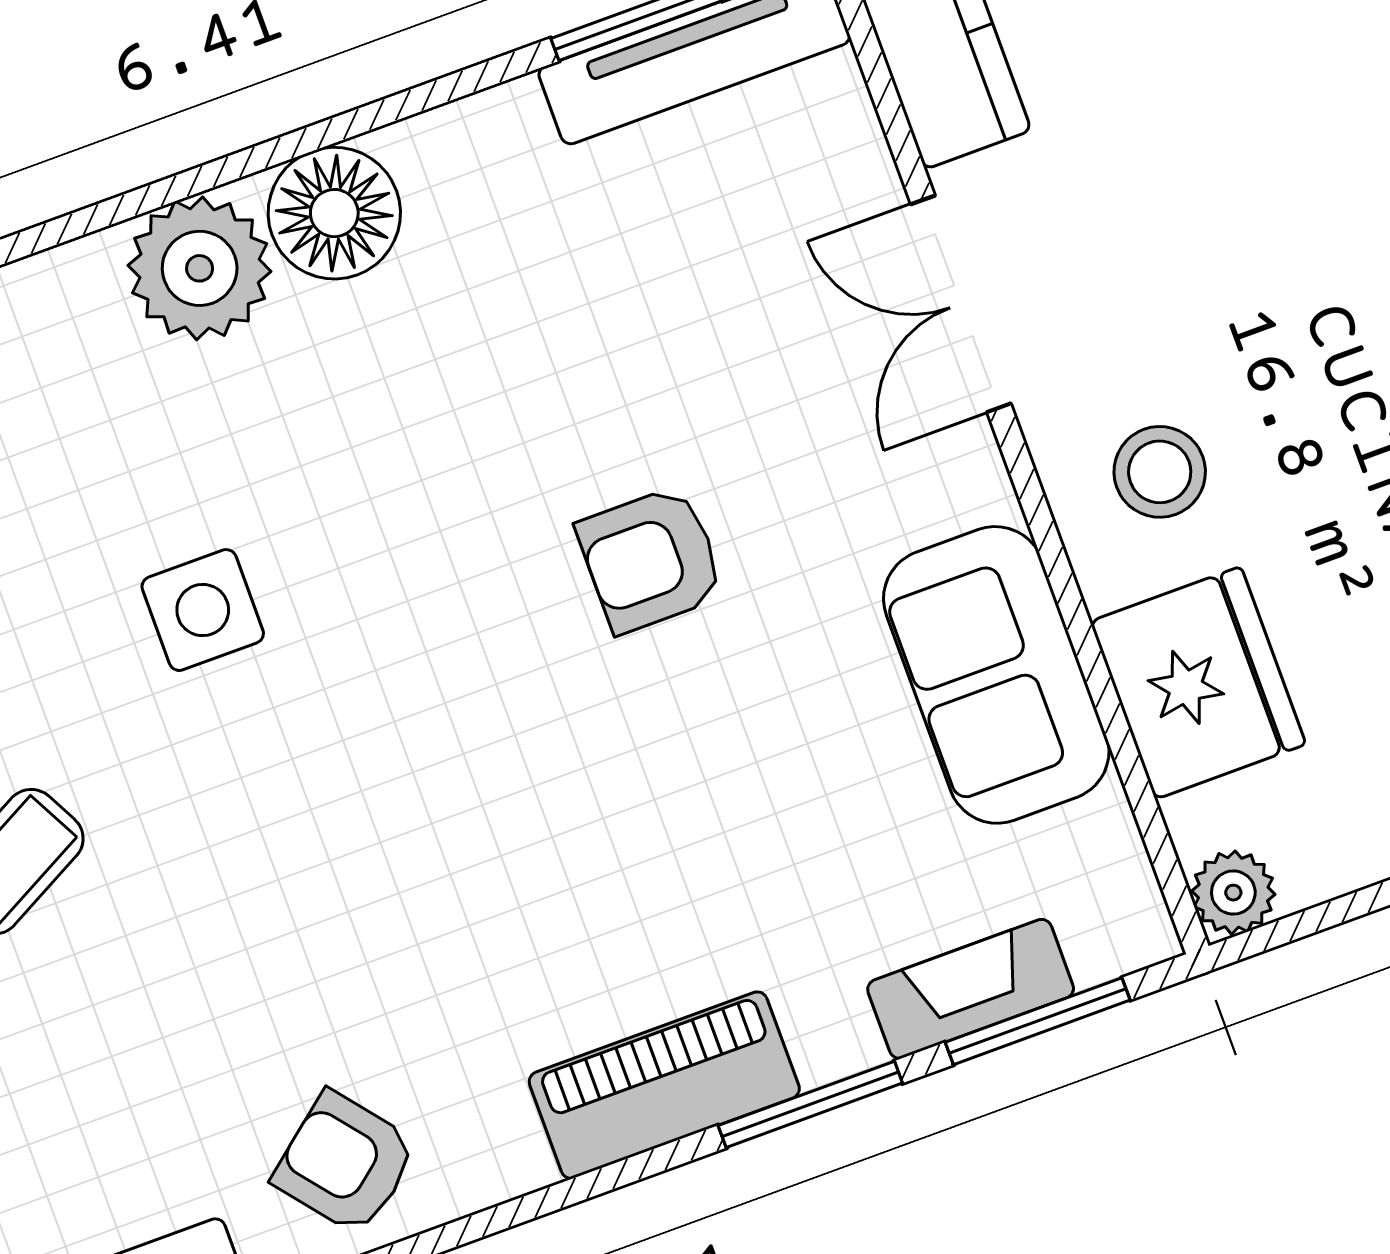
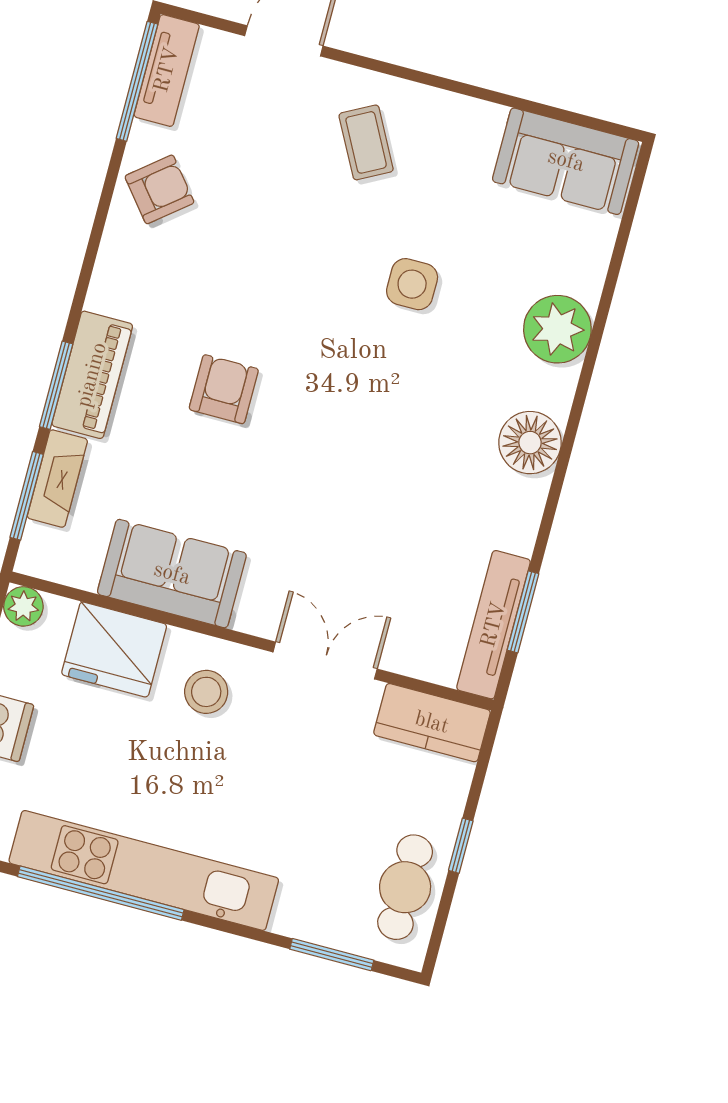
plant: (200, 268) -> (557, 329), moved
armchair: (651, 560) -> (224, 389), moved
piano: (664, 1085) -> (92, 375), moved

